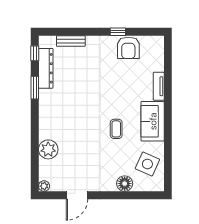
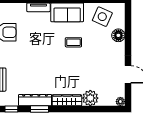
dresser: (46, 68) -> (35, 100), moved
wardrobe: (45, 121) -> (67, 100), added

